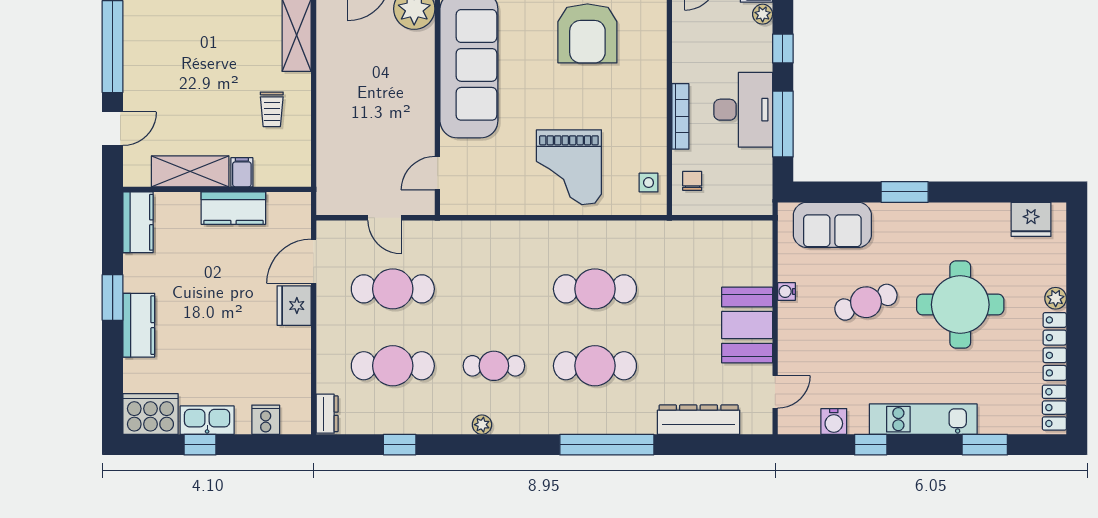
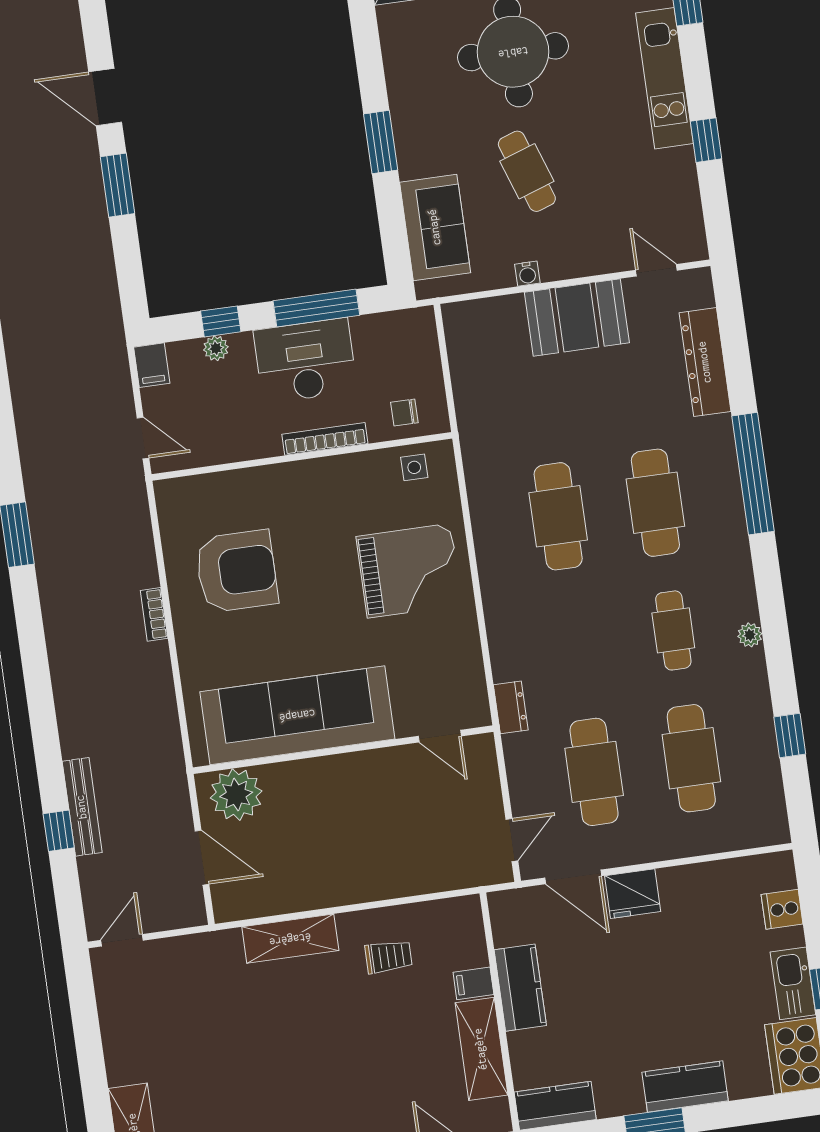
plant: (763, 14) -> (216, 348), moved
door: (385, 218) -> (512, 840), moved
dresser: (327, 414) -> (511, 707), moved, turned 90
water cooler: (834, 421) -> (683, 191), removed

